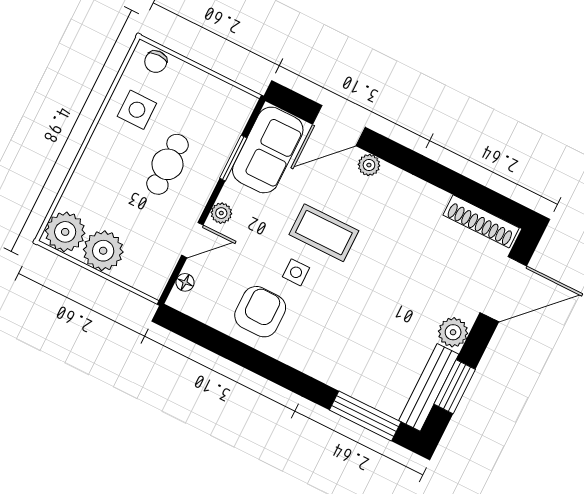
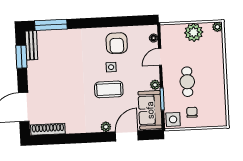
chair: (156, 62) -> (192, 112), moved
side table: (137, 110) -> (173, 119), moved
plant: (221, 213) -> (155, 85), moved
plant: (65, 232) -> (217, 27), width x0.53, depth x0.53
plant: (453, 332) -> (34, 78), removed
bench: (429, 387) -> (31, 45), width x0.73

